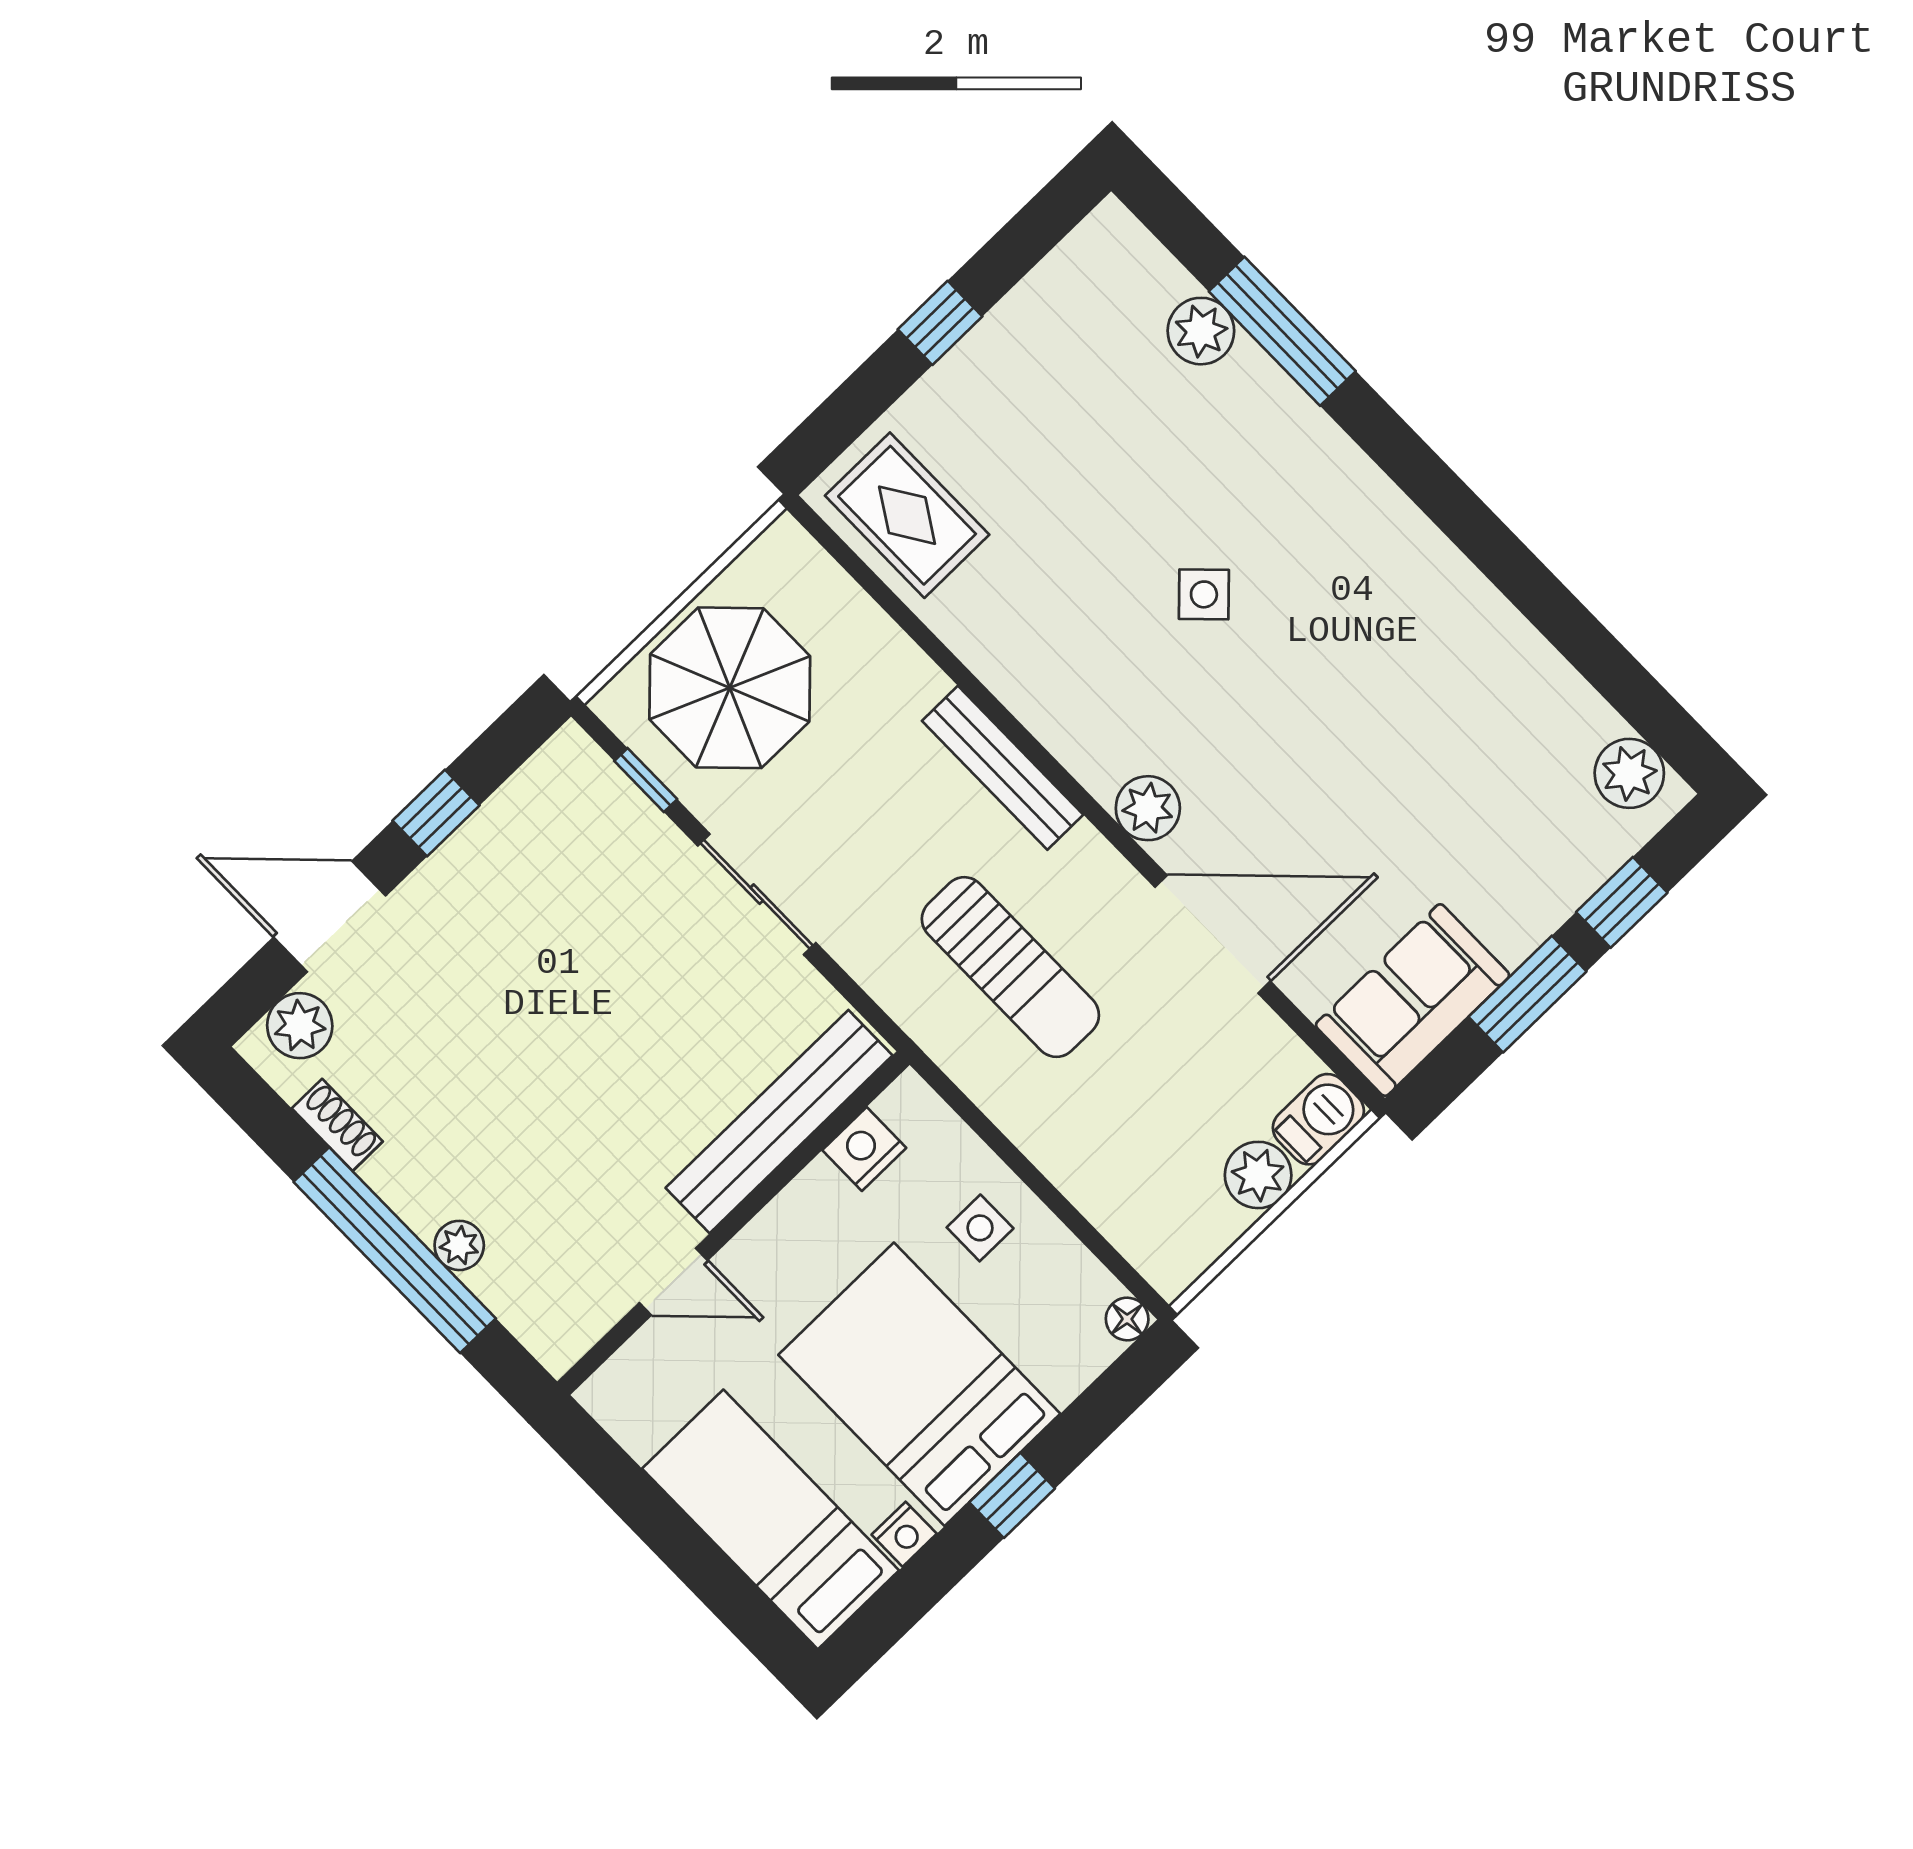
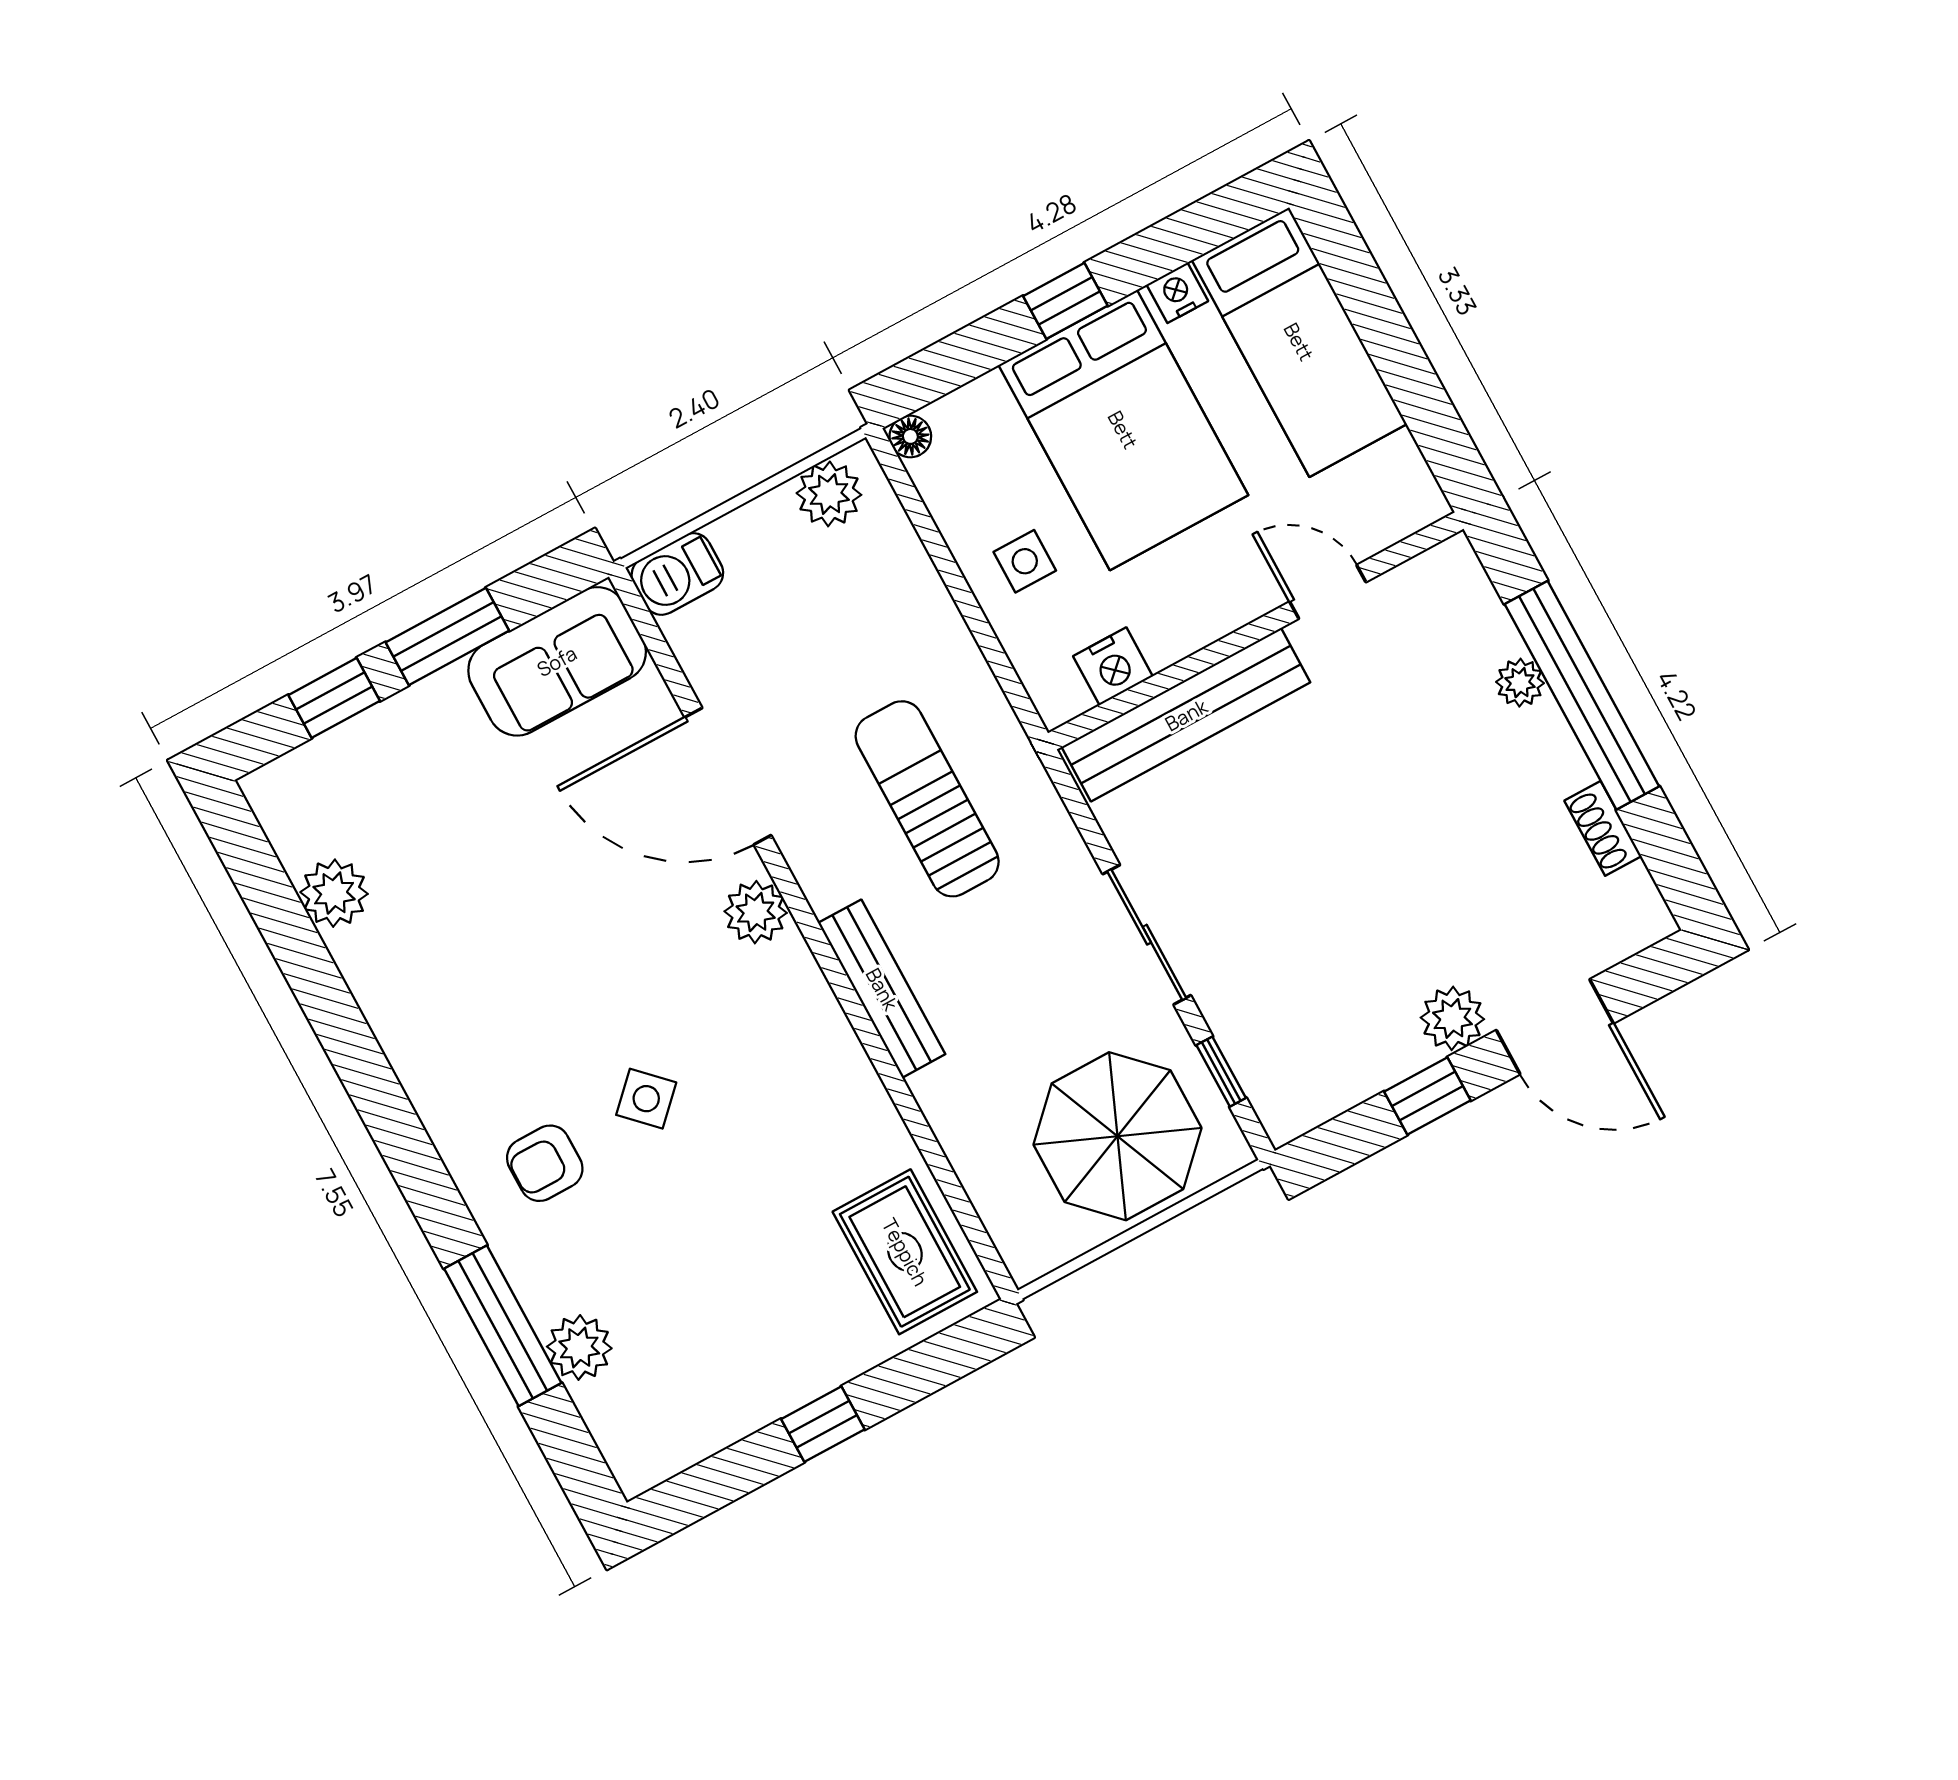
armchair: (1286, 503) -> (545, 1163), added
plant: (1629, 773) -> (334, 893), moved
plant: (300, 1026) -> (1452, 1018), moved
plant: (1258, 1175) -> (829, 494), moved

